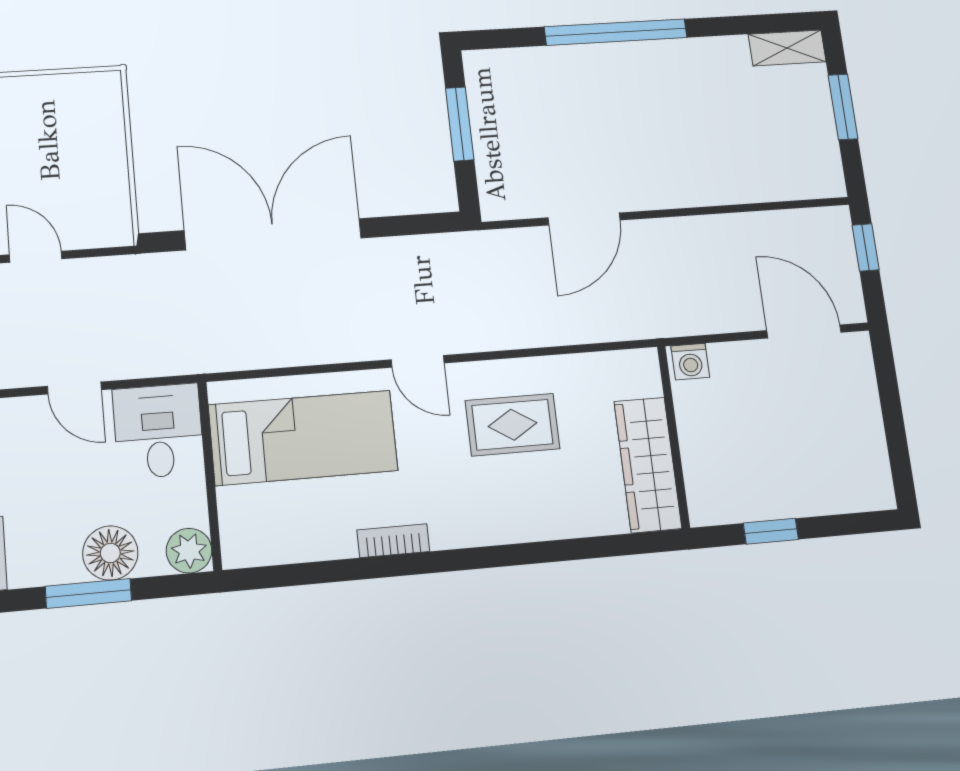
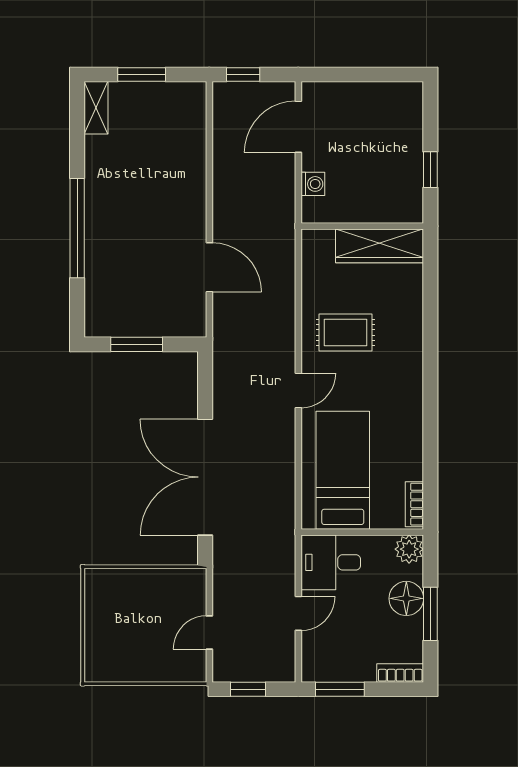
washing machine: (690, 362) -> (313, 184), moved
rug: (512, 425) -> (346, 333), turned 90
bookcase: (393, 541) -> (414, 504), moved

